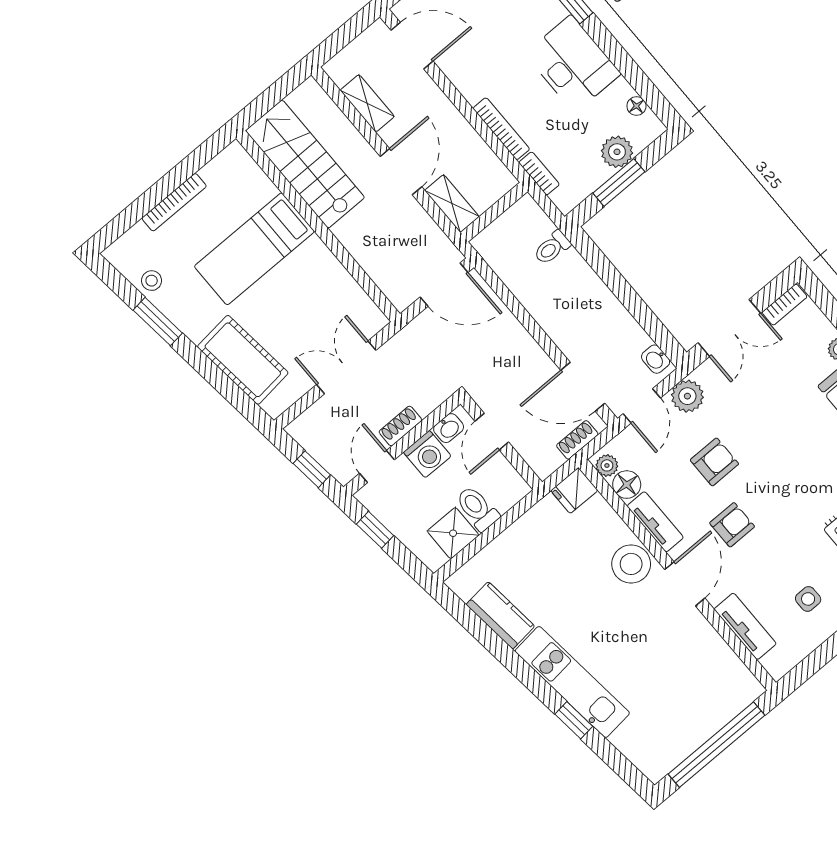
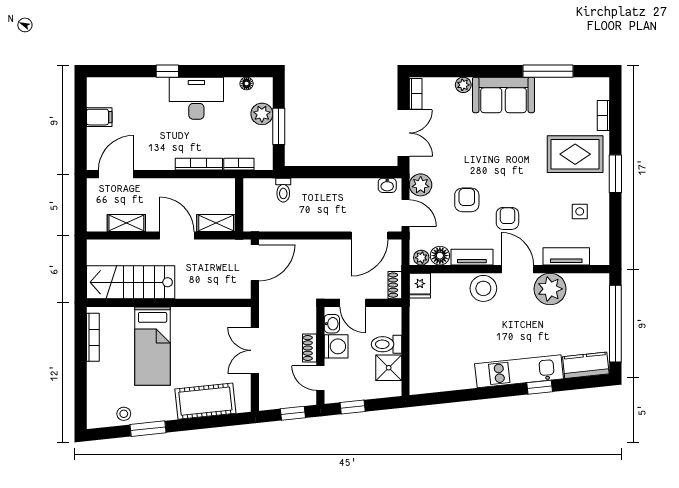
bookcase: (174, 202) -> (93, 337), moved
shoe rack: (577, 440) -> (395, 285), moved
kitchen counter: (500, 615) -> (586, 365), moved
plant: (693, 639) -> (550, 289), added

